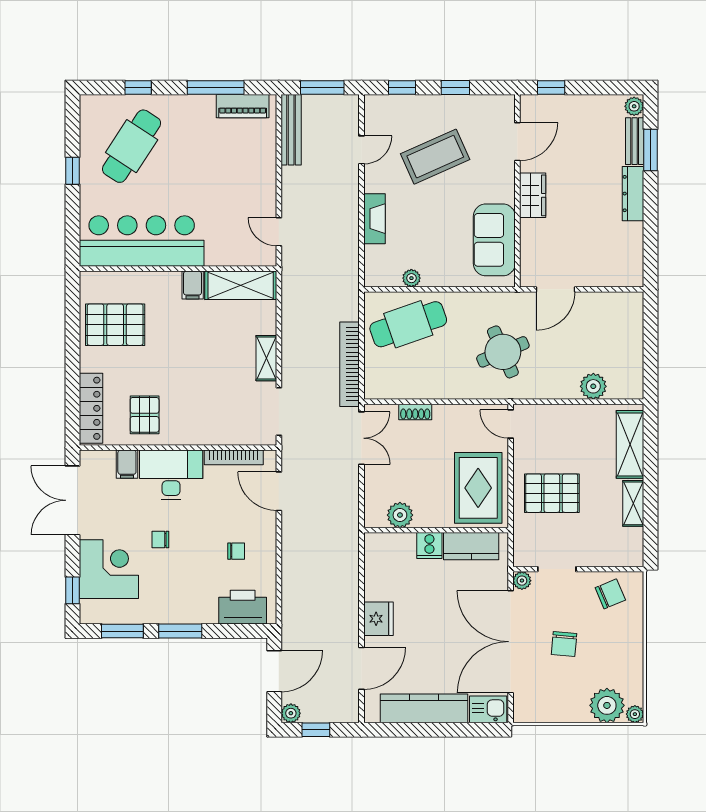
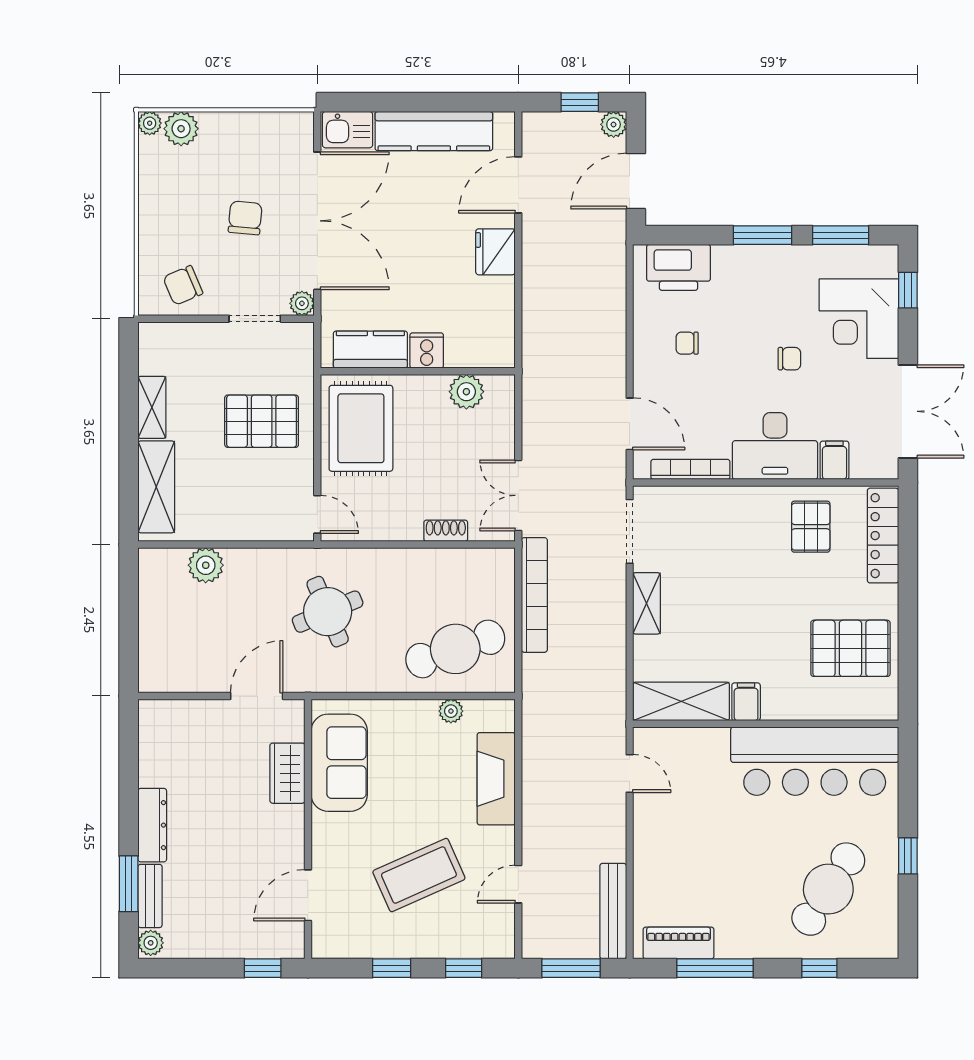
wardrobe: (533, 195) -> (287, 773), moved
fireplace: (374, 219) -> (496, 779), width x1.37, depth x1.32
plant: (607, 705) -> (181, 129), width x0.73, depth x0.73

